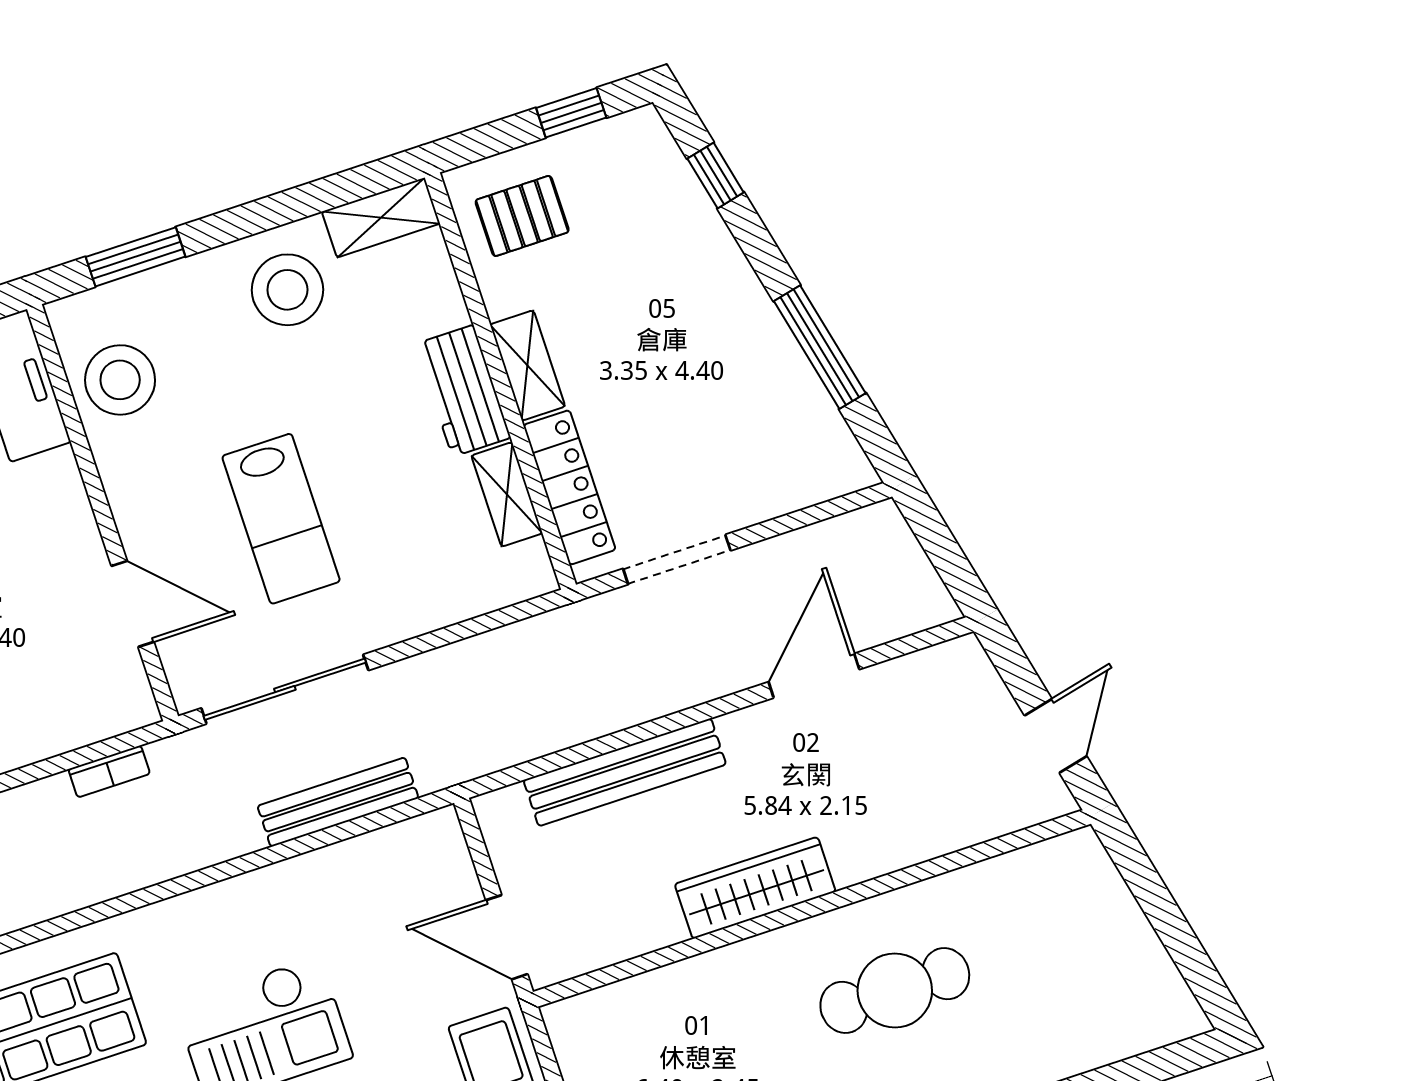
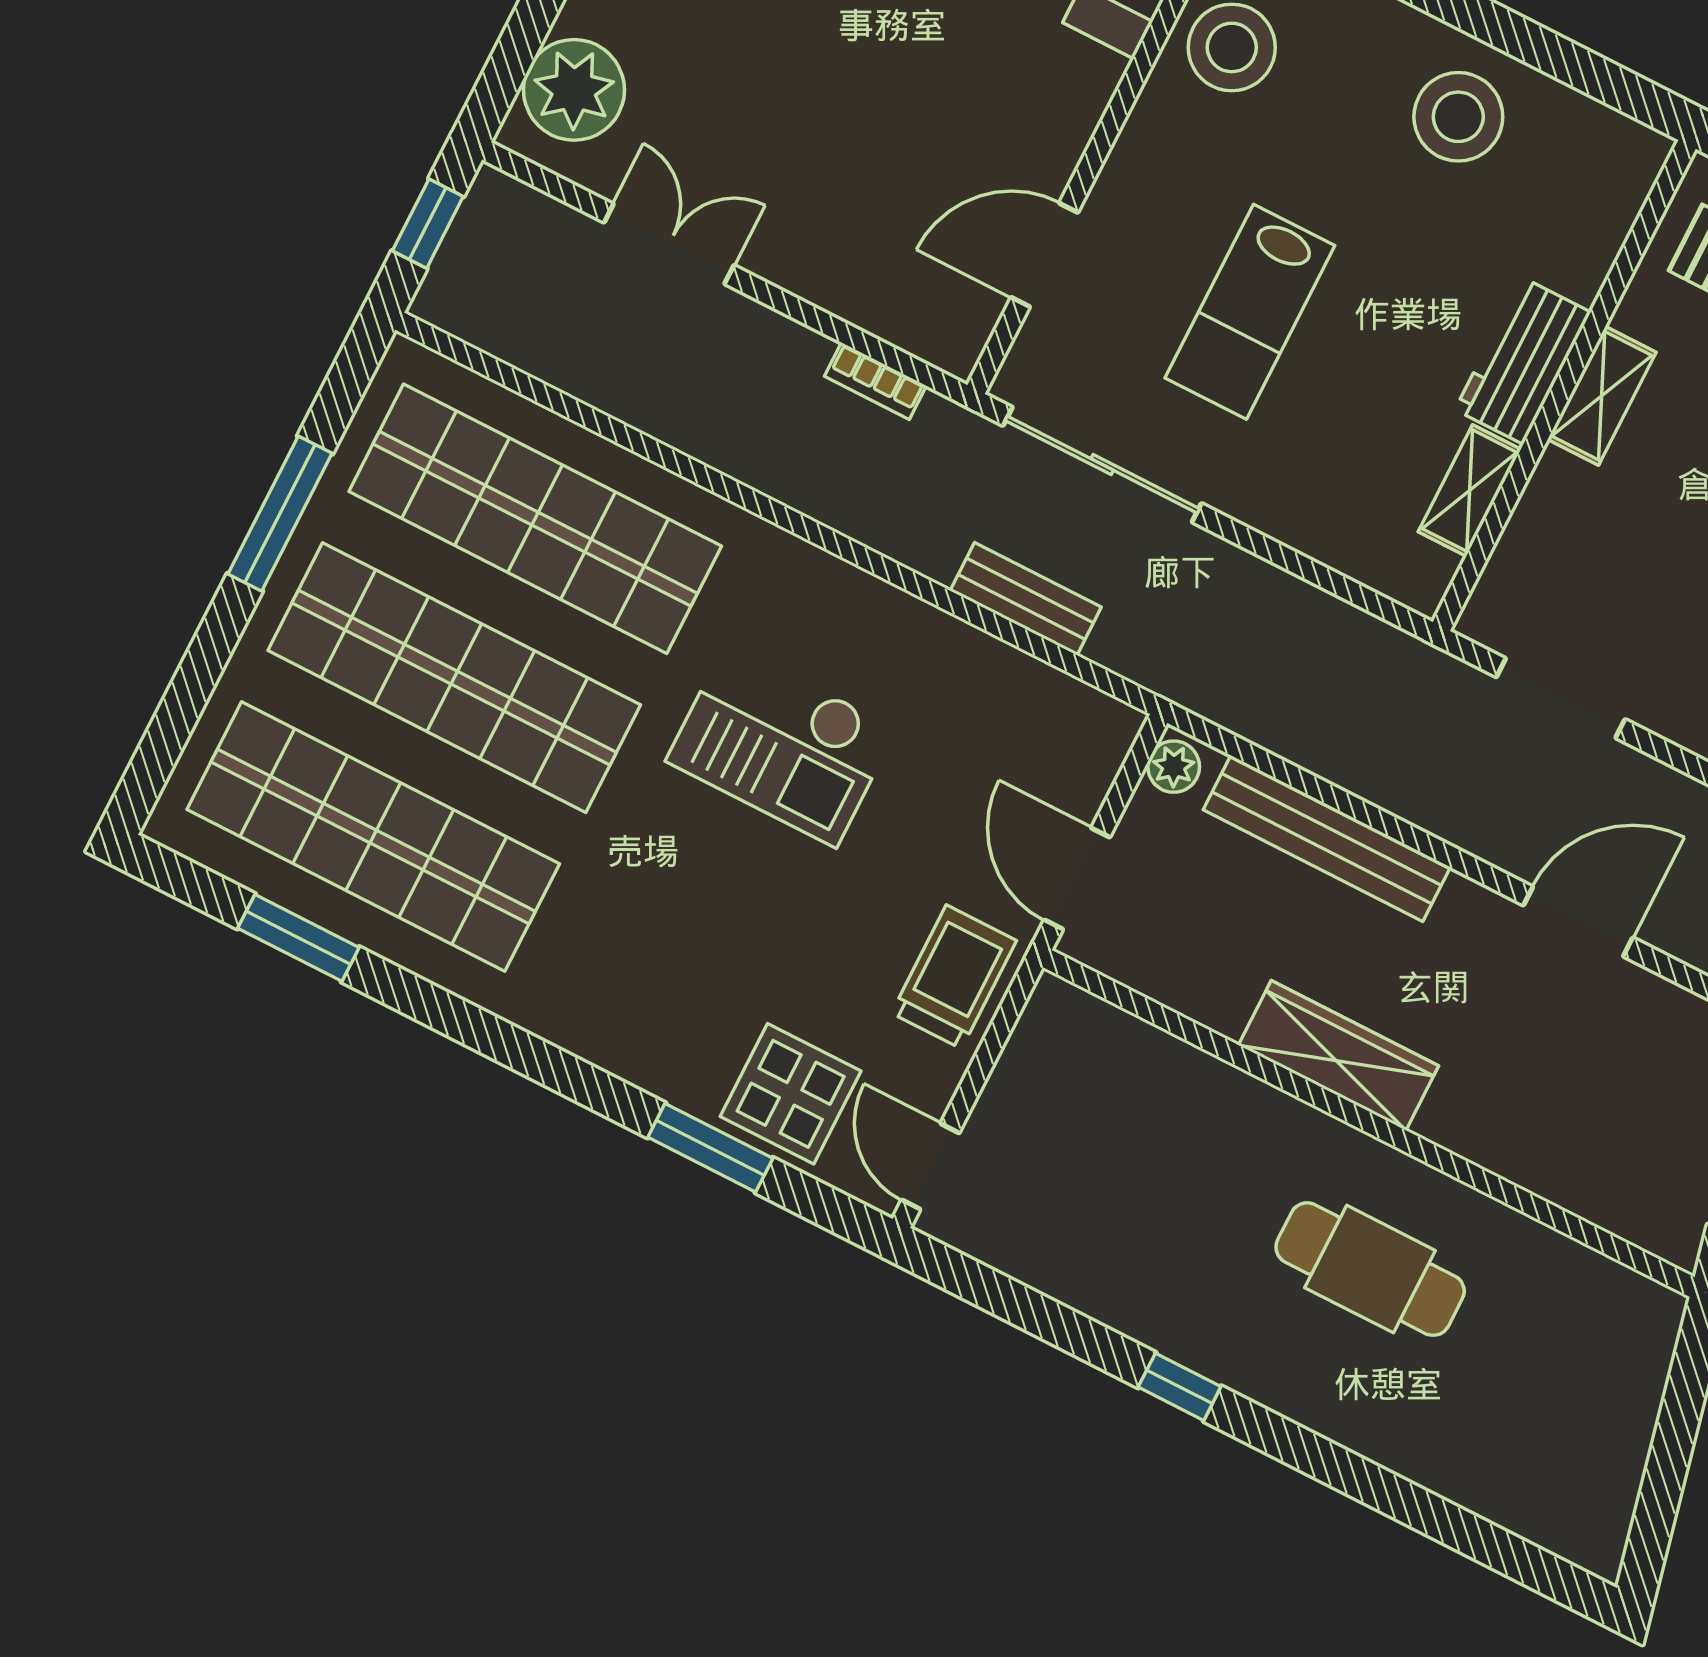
shelving: (381, 218) -> (1604, 136), removed
locker: (569, 487) -> (1530, 540), removed
door: (133, 604) -> (1045, 255), swing flipped
bench: (338, 802) -> (1026, 599), width x0.73
plant: (497, 819) -> (1174, 767), added

